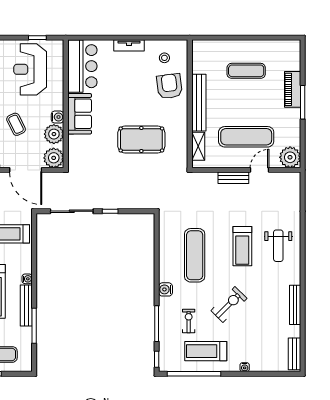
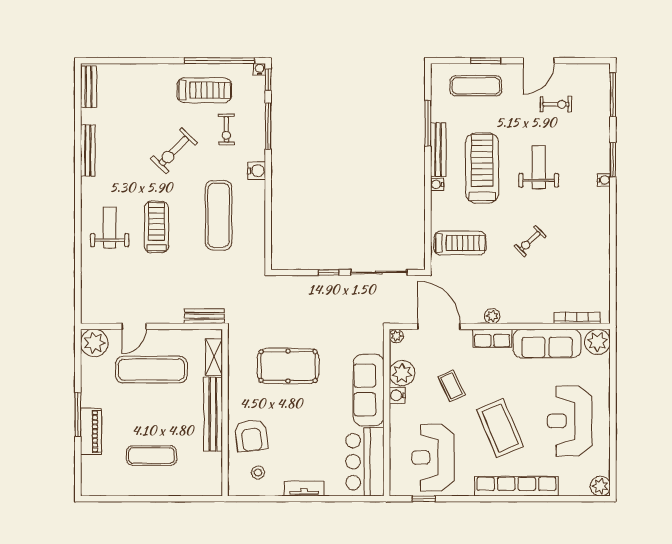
reception desk: (30, 69) -> (433, 457), turned 180
sofa: (80, 114) -> (369, 390), width x1.36
plant: (54, 158) -> (396, 336), width x0.53, depth x0.53
bench: (233, 178) -> (204, 316), moved
water cooler: (245, 367) -> (259, 69), moved

